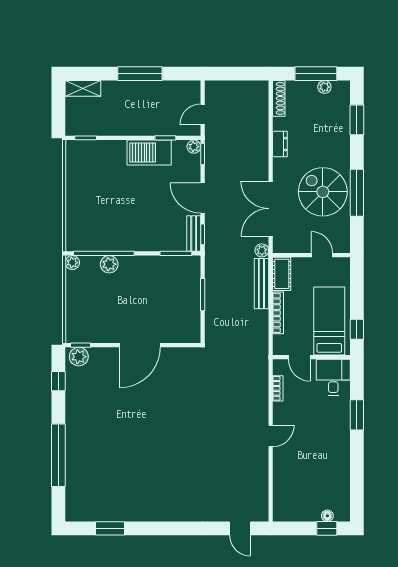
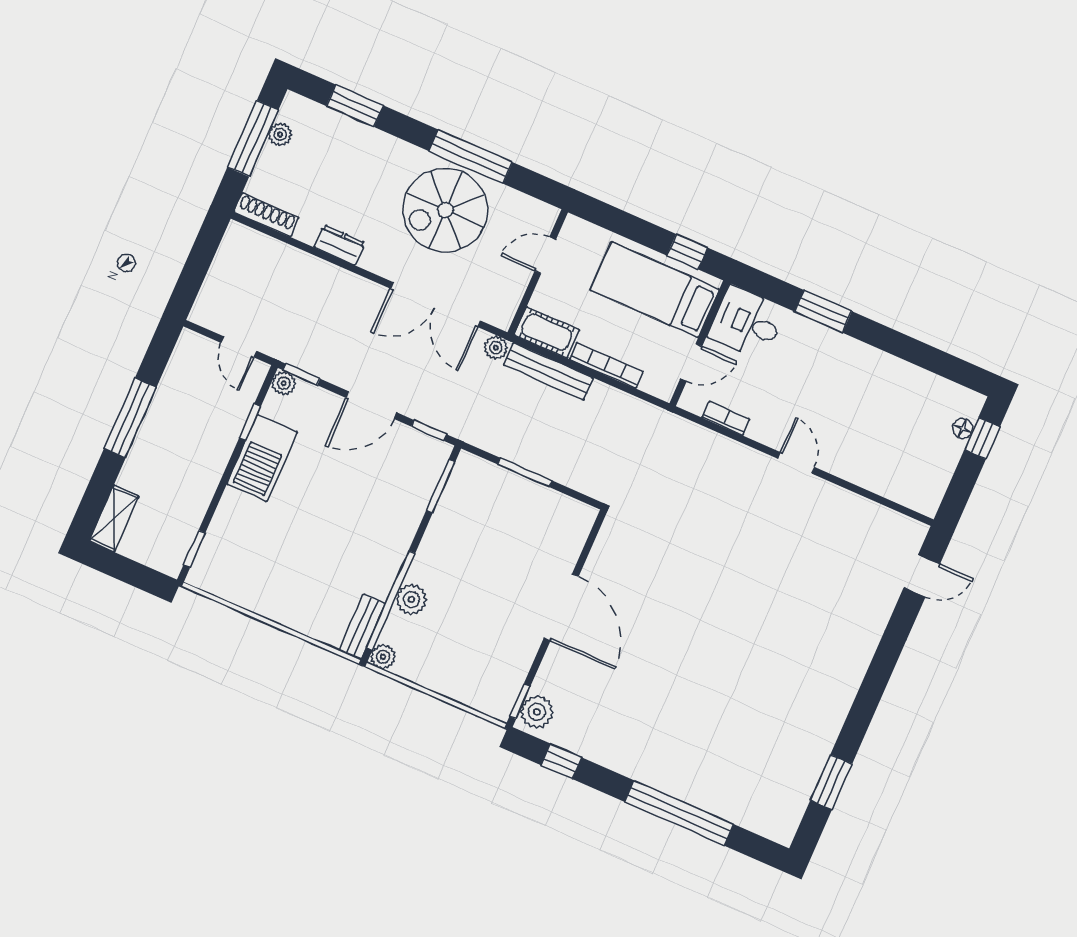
bench: (194, 233) -> (362, 627), moved, turned 90

